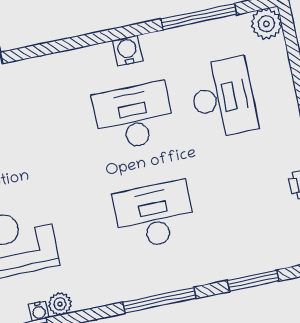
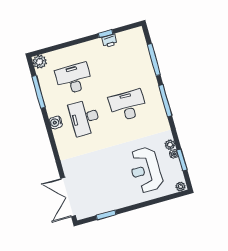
desk: (154, 215) -> (128, 106), turned 90
window: (253, 281) -> (154, 60), width x1.44

